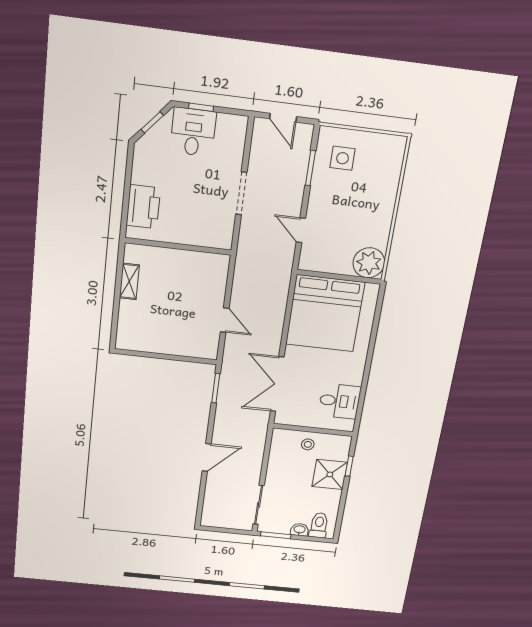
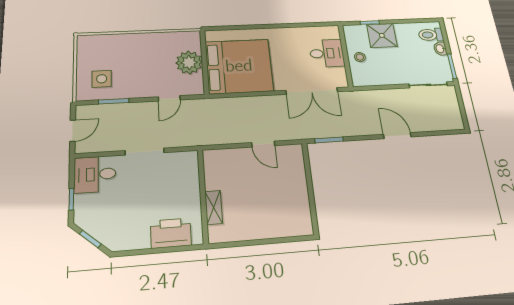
desk: (193, 132) -> (95, 174), moved
plant: (369, 263) -> (189, 62), moved
shelving: (129, 281) -> (214, 207), moved, turned 90
door: (225, 320) -> (263, 144), swing flipped
desk: (340, 401) -> (327, 53), moved, turned 90

